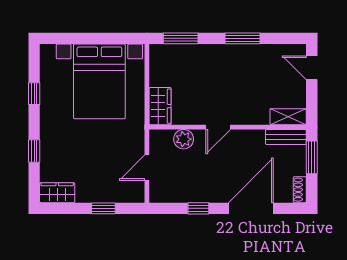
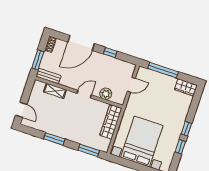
wardrobe: (160, 106) -> (111, 122), width x1.50
shelving: (288, 117) -> (55, 91), moved
window: (34, 151) -> (186, 129), moved
window: (103, 208) -> (163, 70), width x2.17

